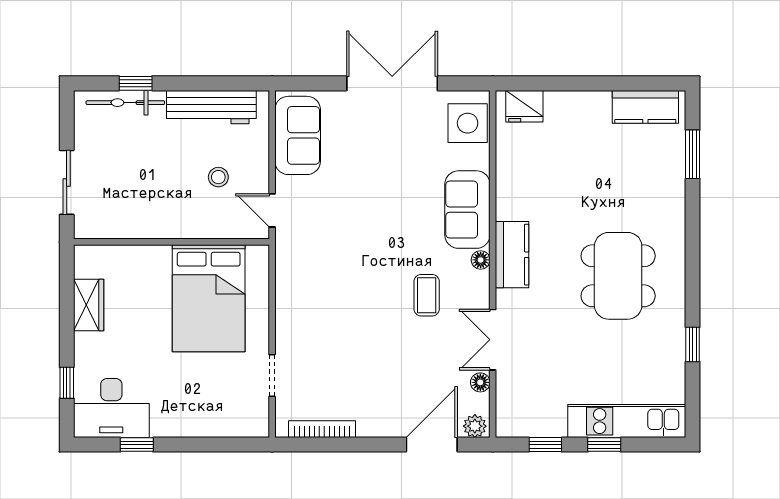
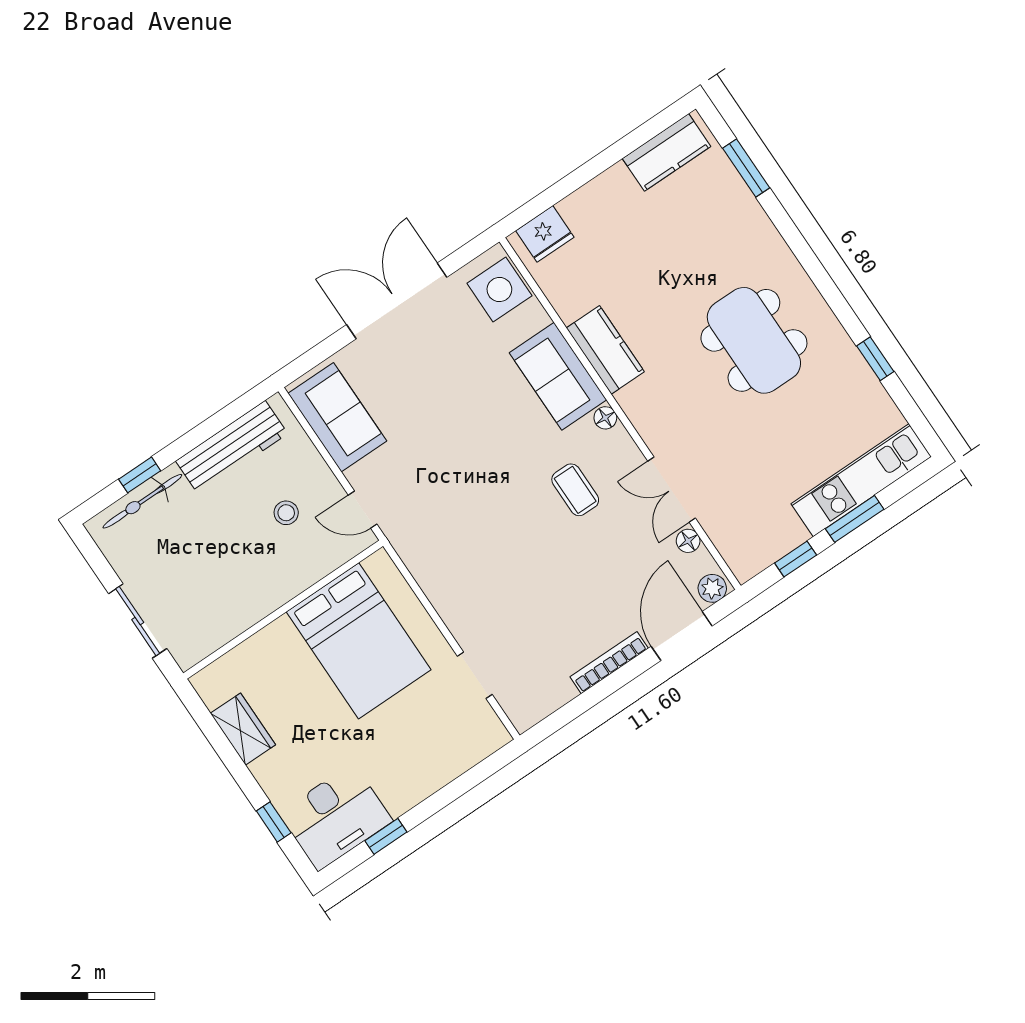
kitchen counter: (512, 255) -> (605, 350), moved
bookcase: (322, 429) -> (609, 663), moved
window: (604, 445) -> (855, 519), width x1.50

